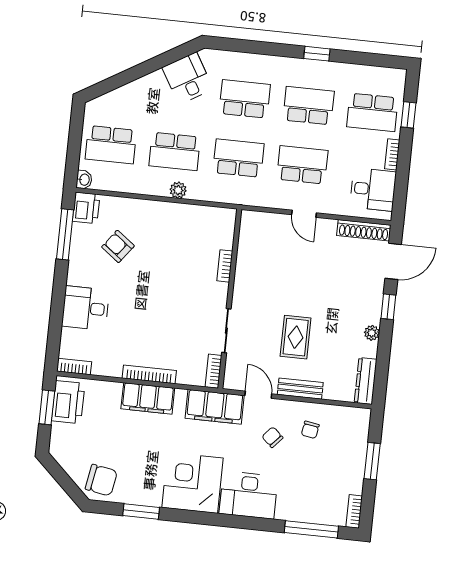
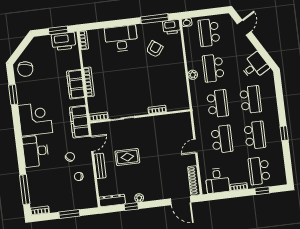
door: (116, 81) -> (244, 28), added
window: (388, 307) -> (131, 207), moved
desk: (86, 308) -> (121, 39), width x1.37

